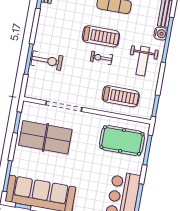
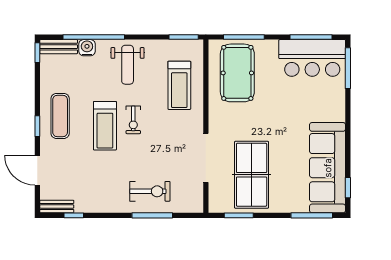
treadmill: (101, 36) -> (105, 126), turned 180
exercise bike: (47, 61) -> (150, 191), turned 90
weight bench: (143, 61) -> (128, 65), turned 90
treadmill: (121, 96) -> (179, 85), turned 180

